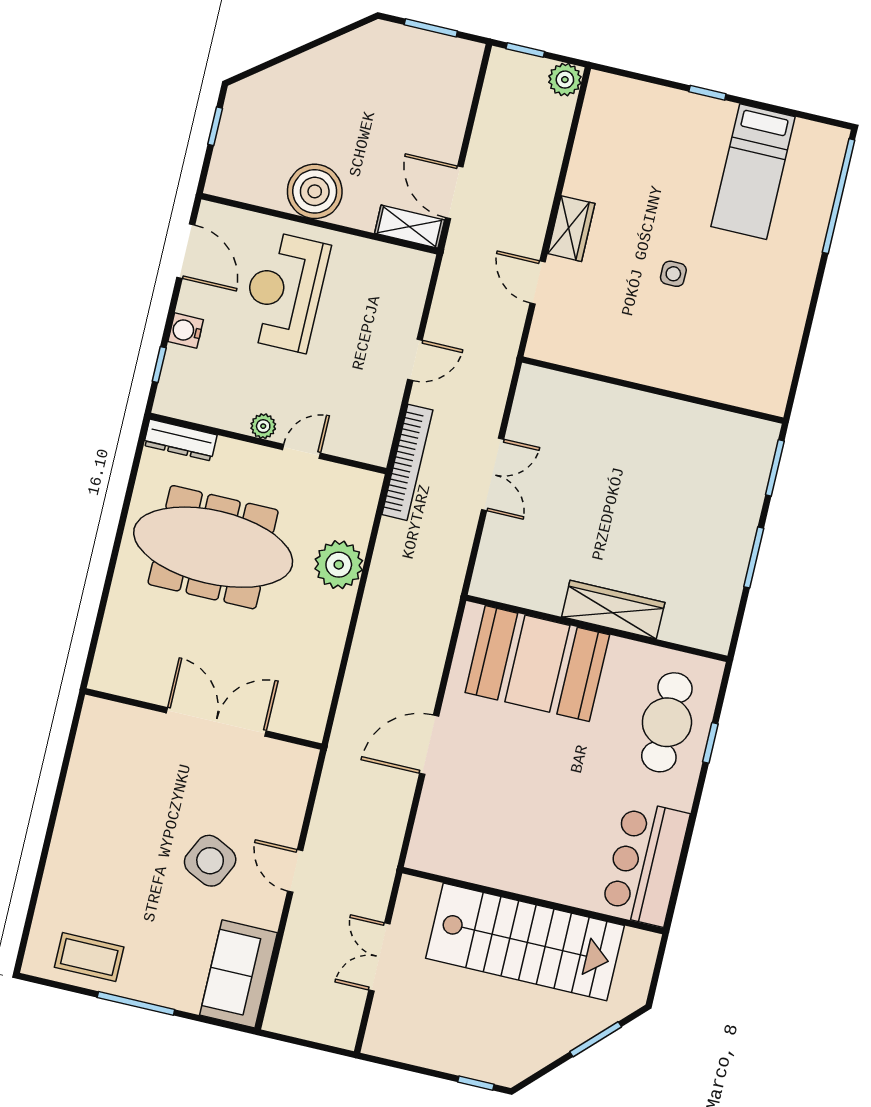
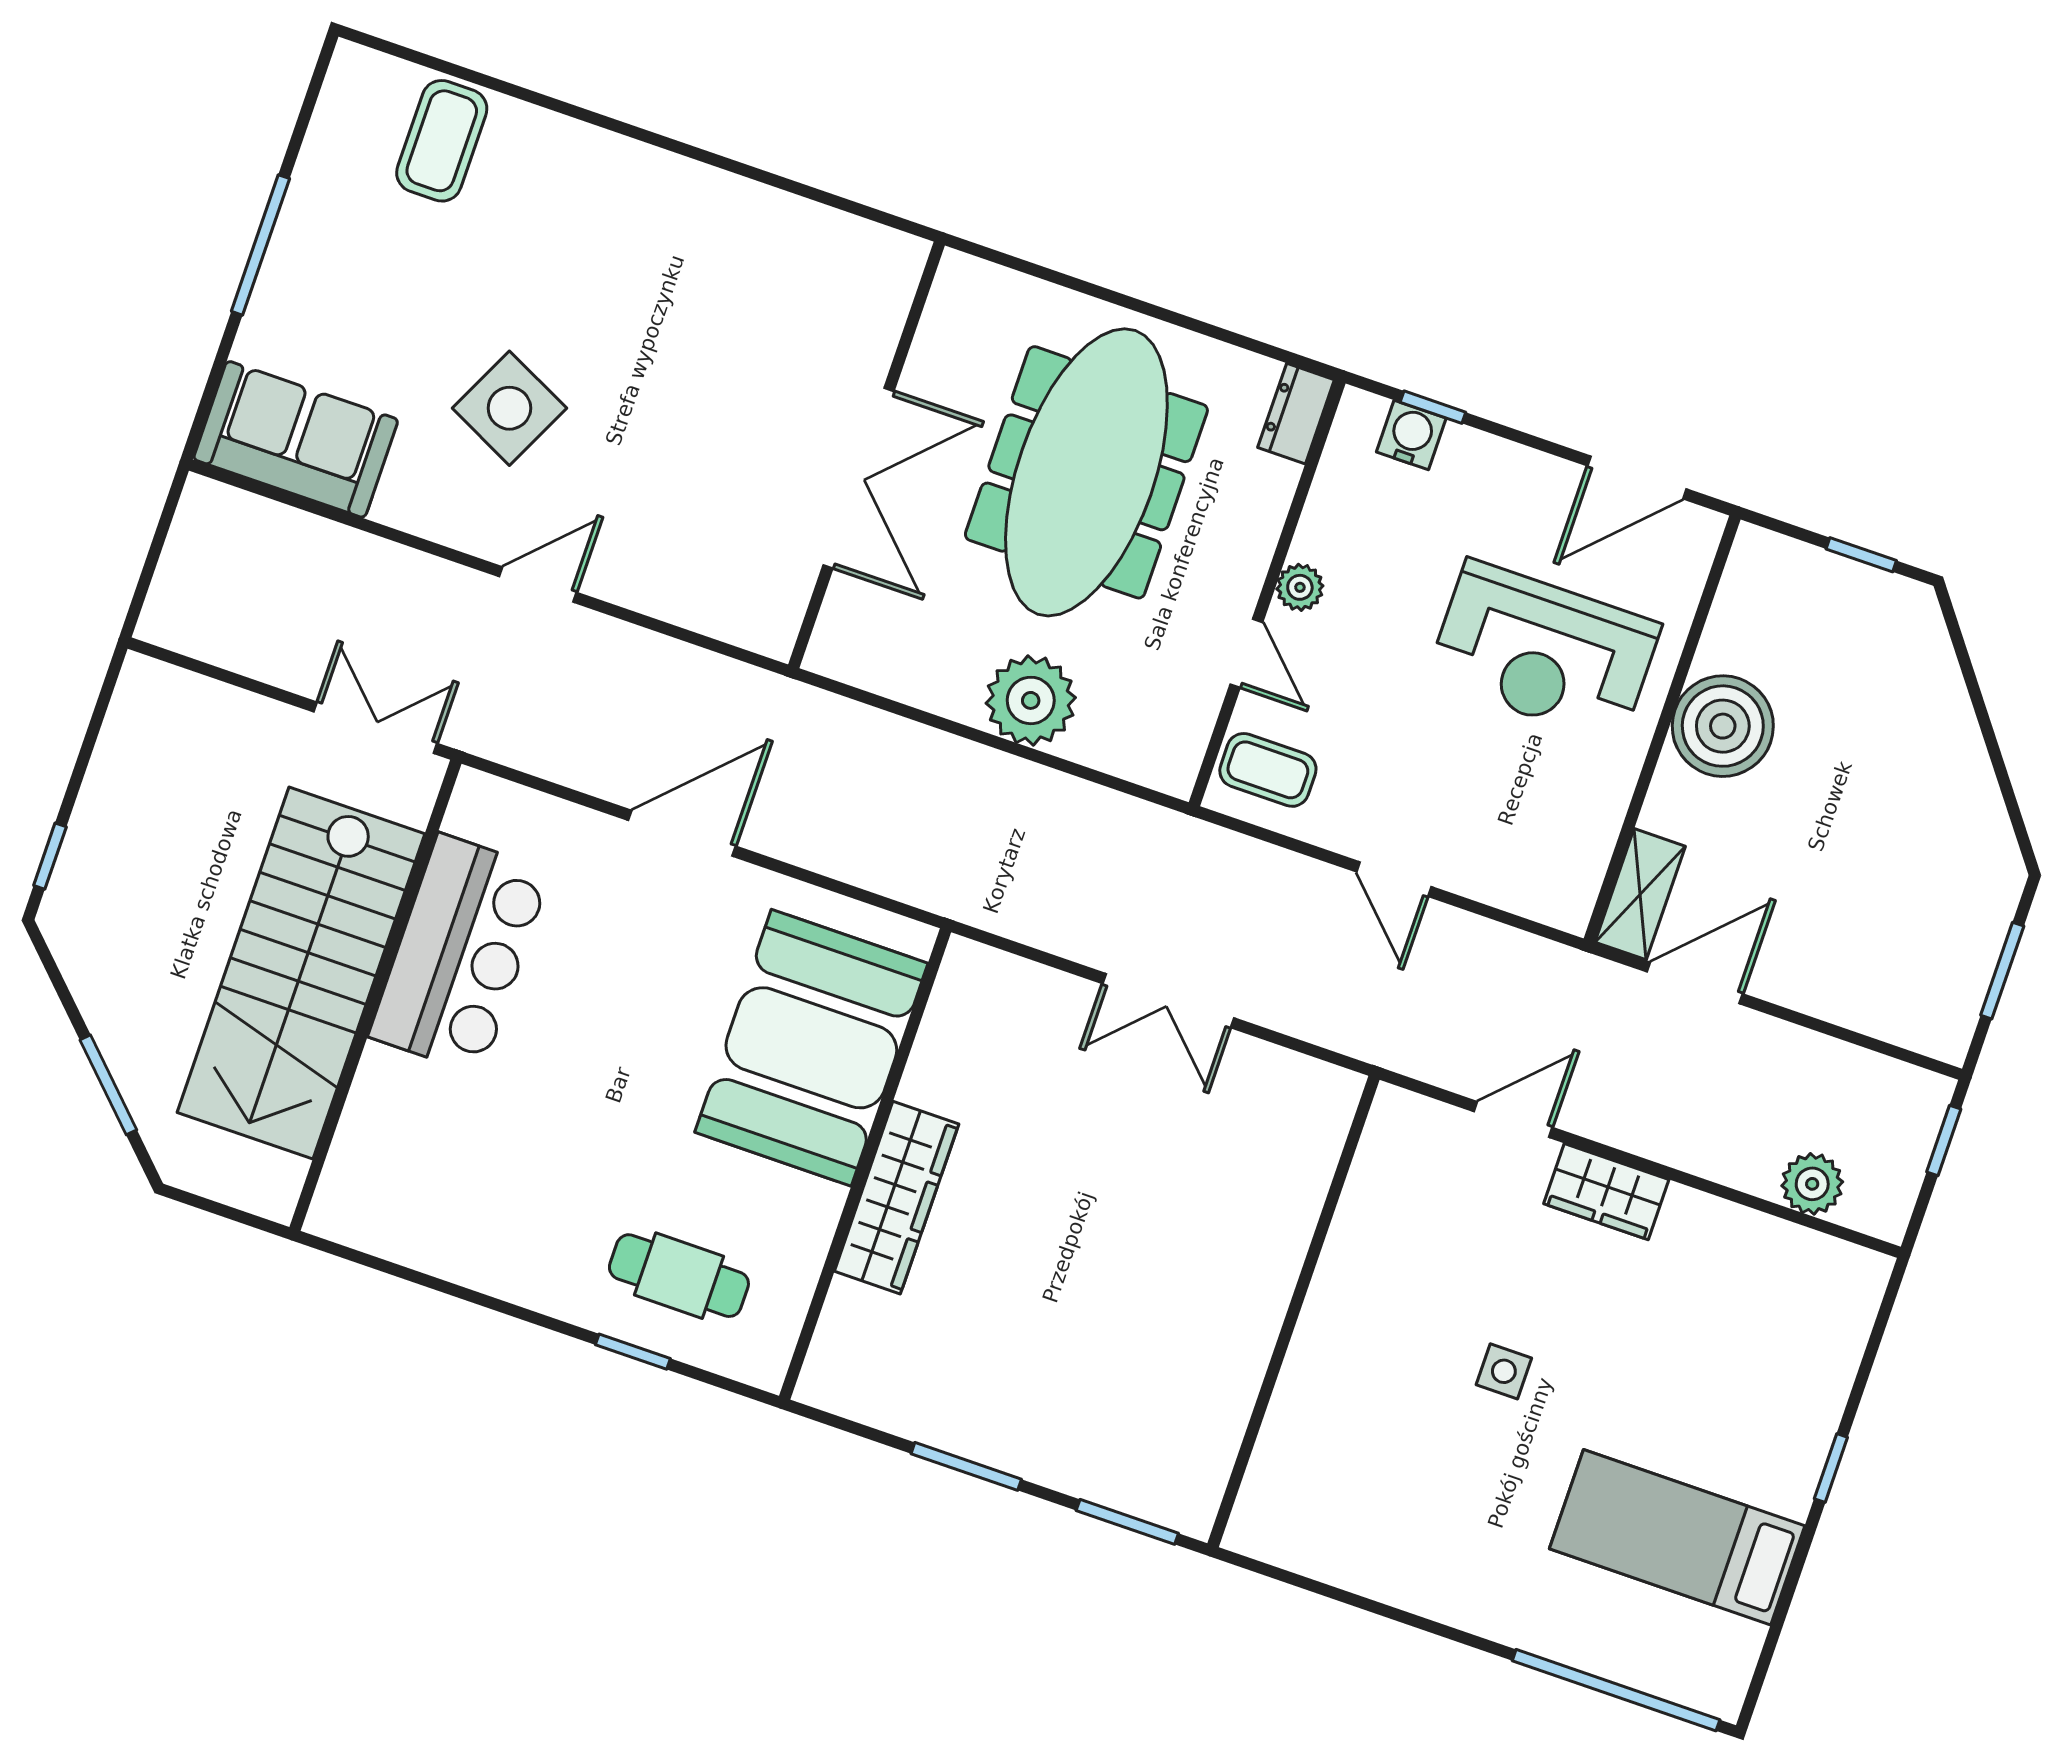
plant: (565, 80) -> (1812, 1184), moved
reception desk: (285, 292) -> (1544, 652), turned 180
water cooler: (186, 331) -> (1411, 435), moved
coffee table: (363, 433) -> (1268, 770), added
dresser: (180, 440) -> (1296, 414), width x0.70
bookcase: (407, 462) -> (1206, 846), removed
wall: (203, 719) -> (867, 455), moved
double door: (216, 722) -> (859, 478), moved
cafe table: (667, 722) -> (679, 1276), width x0.73, depth x0.74
door: (429, 745) -> (682, 833), hinge flipped
bar counter: (645, 863) -> (460, 954), moved, turned 90
door: (295, 871) -> (538, 584), moved
coffee table: (89, 957) -> (442, 141), moved
double door: (379, 957) -> (375, 728), moved

